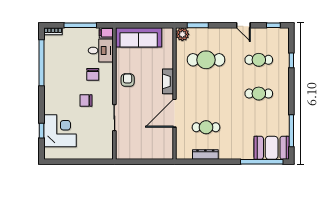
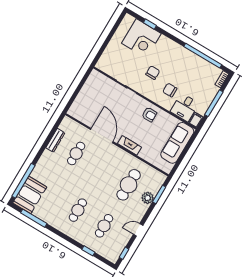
plant: (182, 34) -> (148, 198), moved

